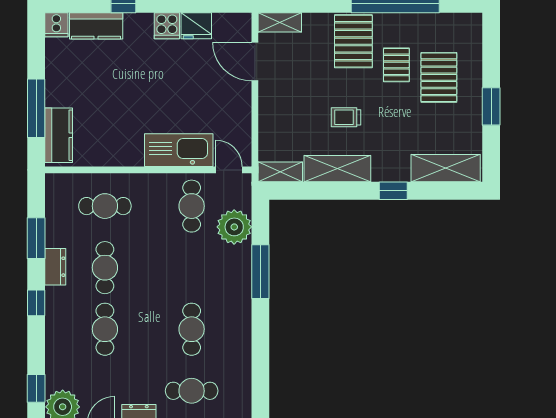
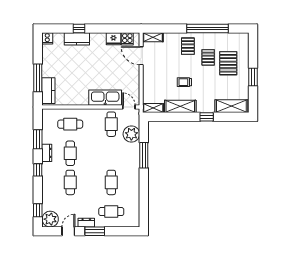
kitchen counter: (96, 26) -> (77, 39), moved
cooker: (167, 26) -> (127, 39), moved
pallet: (353, 41) -> (188, 46), width x0.67, depth x0.71

